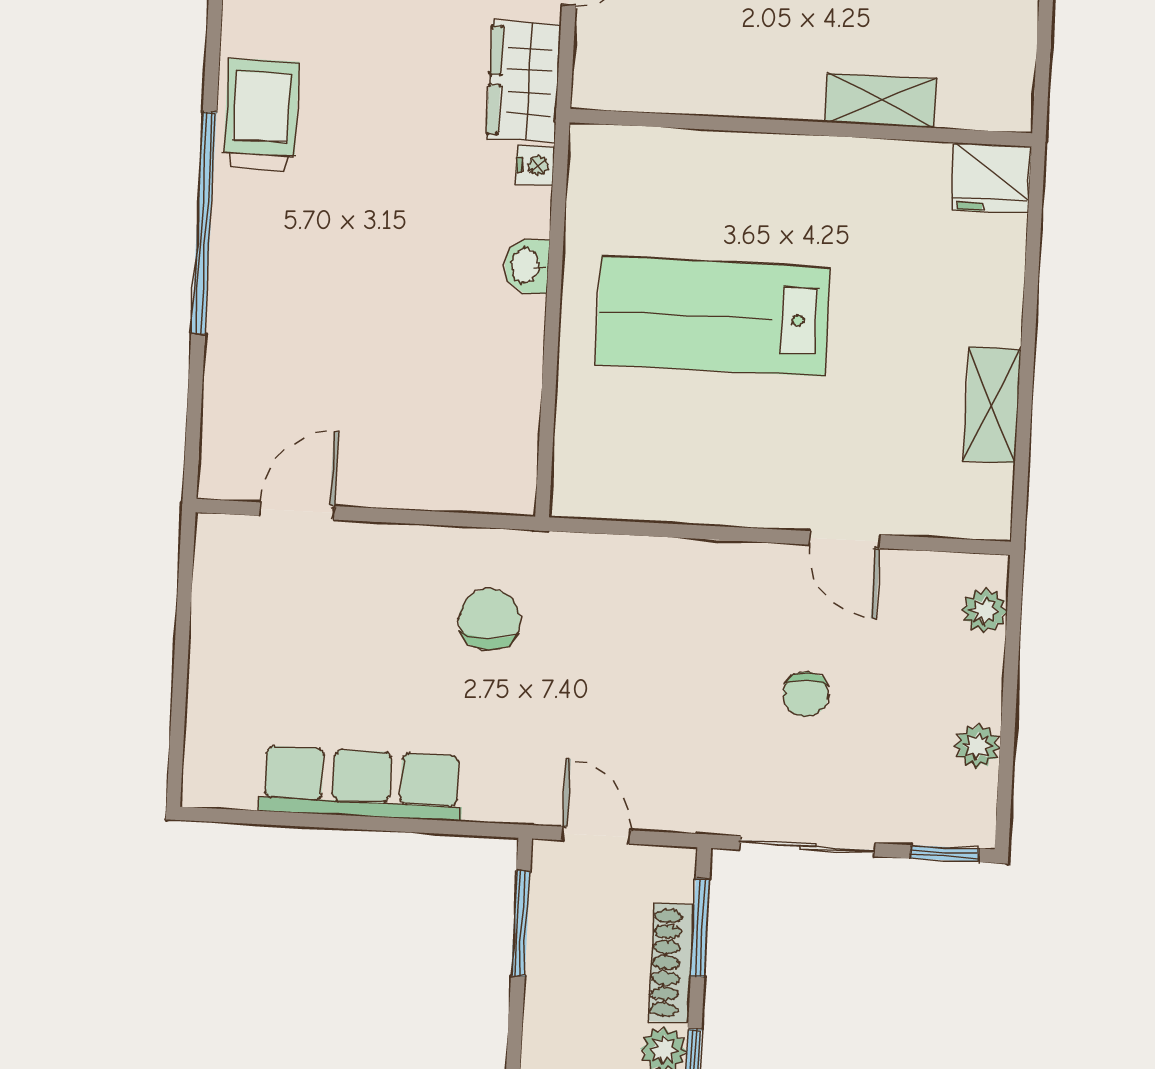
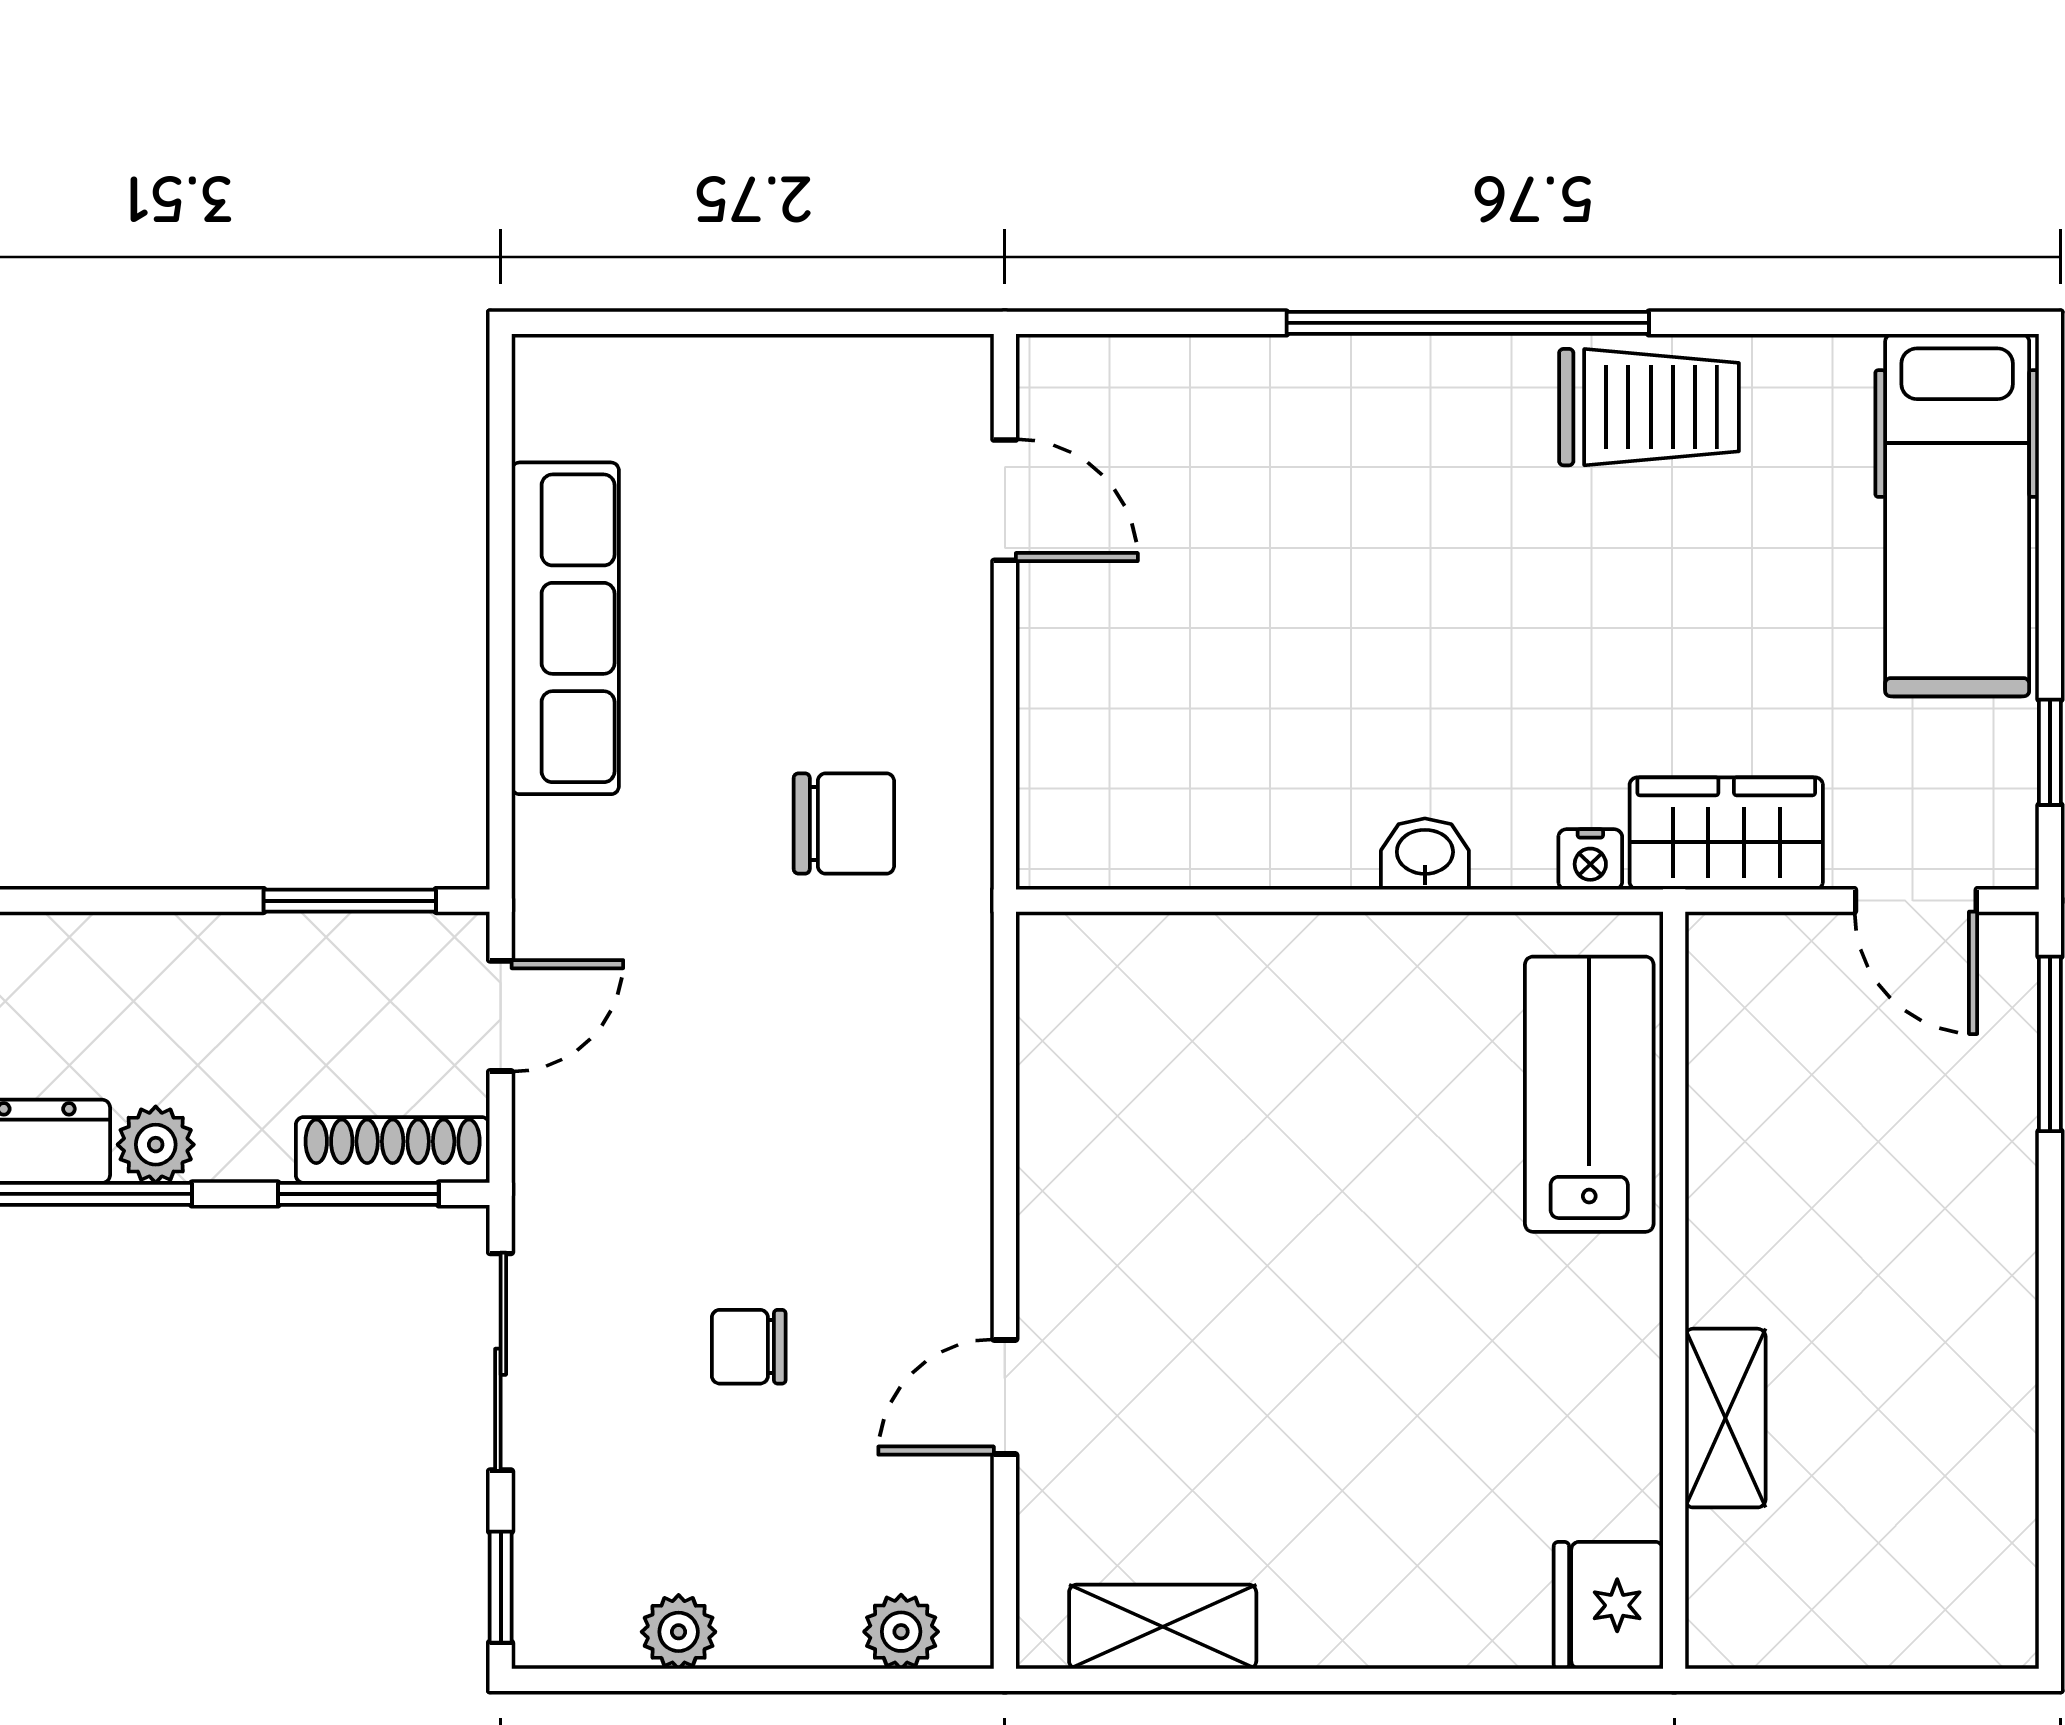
lab bench: (713, 316) -> (1589, 1094), moved, width x0.73, depth x0.72
shelving: (992, 405) -> (1163, 1627), moved
shoe rack: (671, 963) -> (393, 1150), moved

